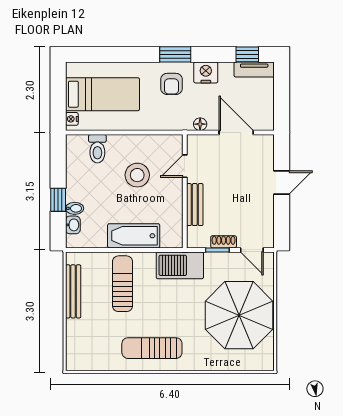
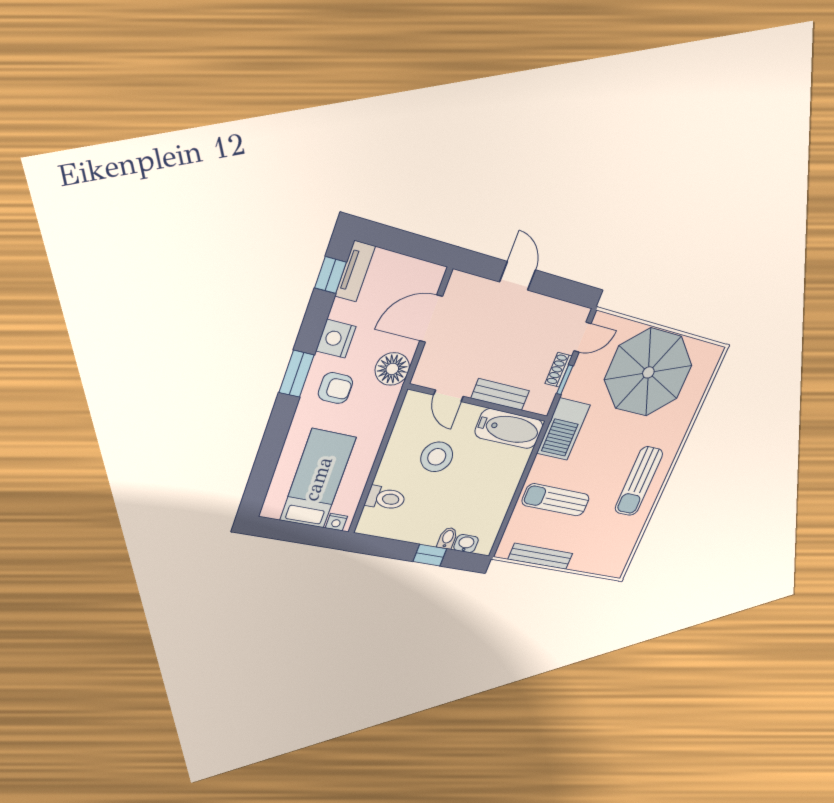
floor lamp: (200, 124) -> (392, 369), width x1.89, depth x1.89
bathtub: (134, 236) -> (509, 429), moved, turned -90

